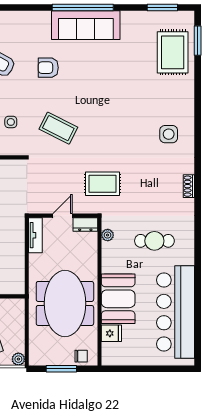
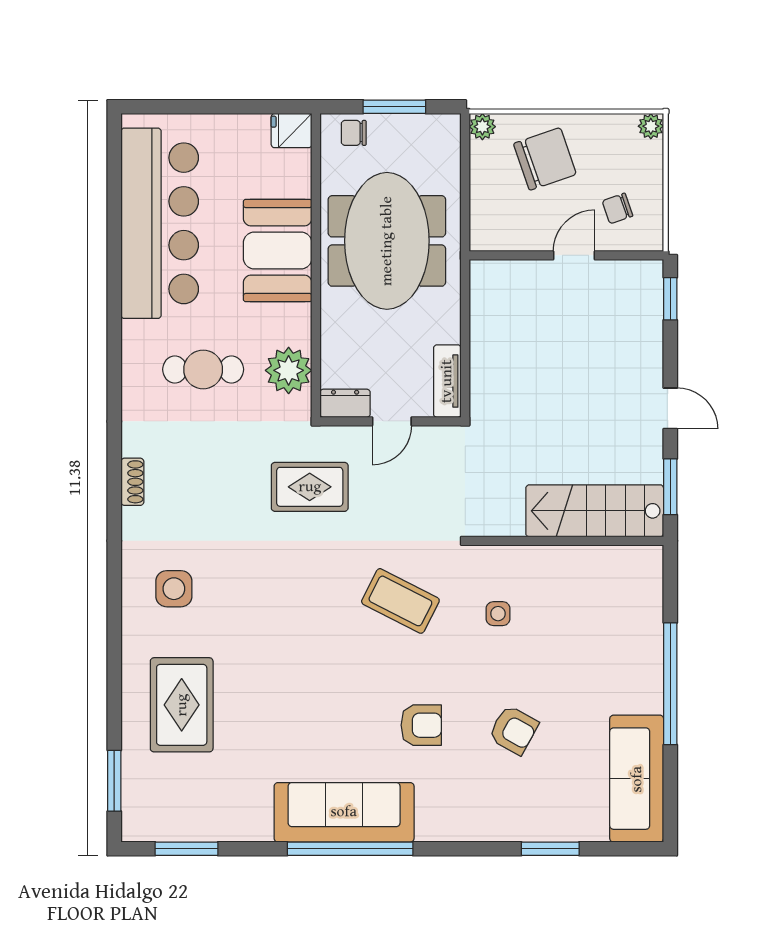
rug: (173, 52) -> (182, 705), moved
plant: (108, 235) -> (289, 370), width x1.88, depth x1.88
fridge: (111, 333) -> (292, 131), moved

